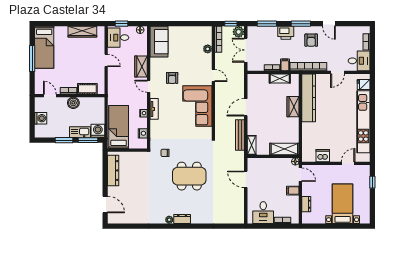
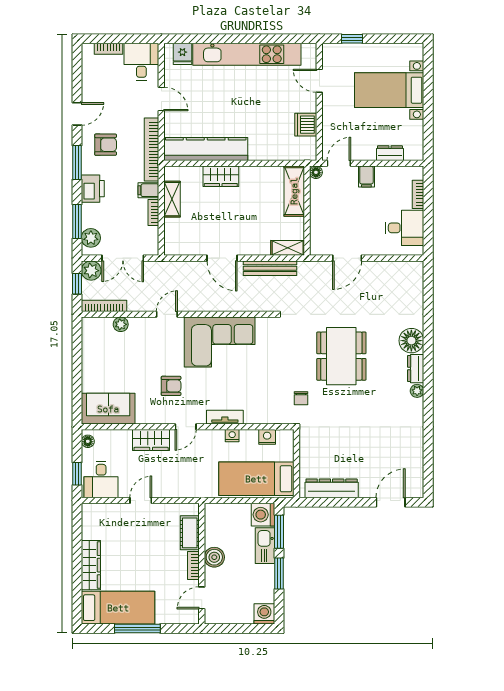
wardrobe: (82, 32) -> (91, 565), moved
plant: (257, 32) -> (91, 238), added
washing machine: (41, 118) -> (264, 614), moved
floor lamp: (198, 217) -> (411, 341), added

